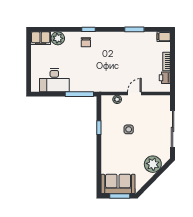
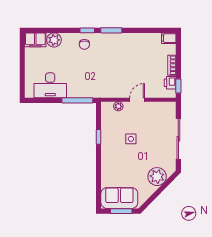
window: (134, 29) -> (111, 30), moved
window: (173, 81) -> (178, 86), added

